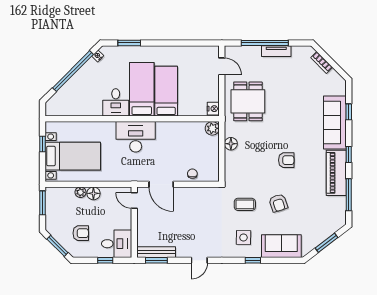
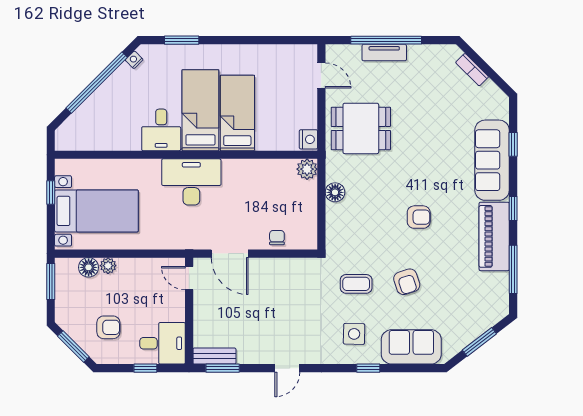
tv unit: (276, 51) -> (384, 53), moved
dining table: (248, 101) -> (361, 128), turned 90
floor lamp: (93, 193) -> (89, 267), moved
bench: (156, 252) -> (214, 356), width x0.73

